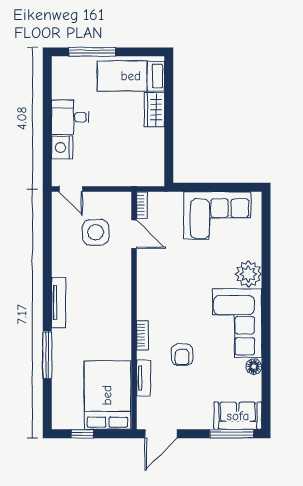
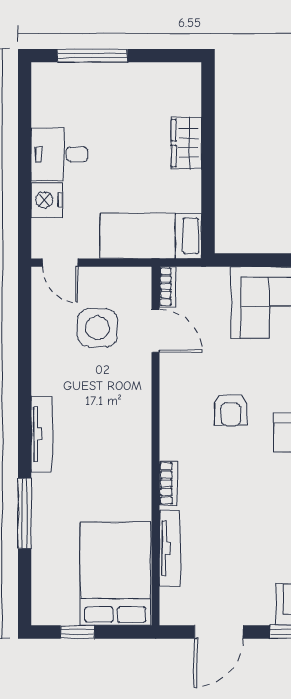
bed: (131, 76) -> (151, 236), moved
armchair: (182, 355) -> (231, 410), moved
tv unit: (144, 378) -> (170, 548), width x1.41
door: (161, 434) -> (219, 632), moved

